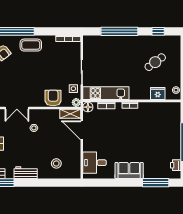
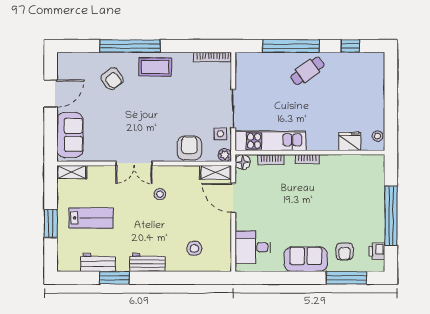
cafe table: (155, 62) -> (307, 71), moved
armchair: (154, 165) -> (345, 251), added

